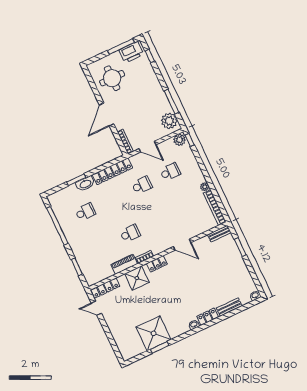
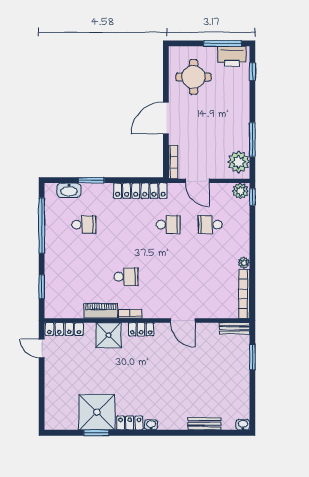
school desk: (170, 172) -> (210, 225), turned 180
washbasin: (85, 184) -> (69, 190), moved
locker: (208, 317) -> (130, 423), moved

